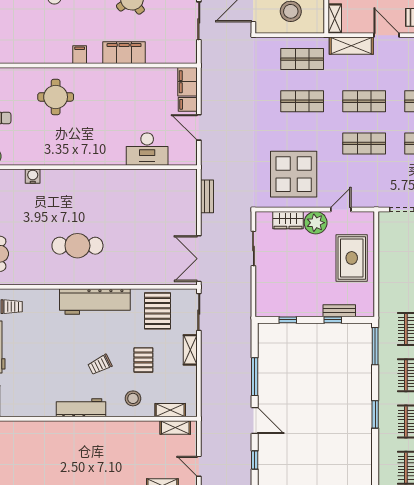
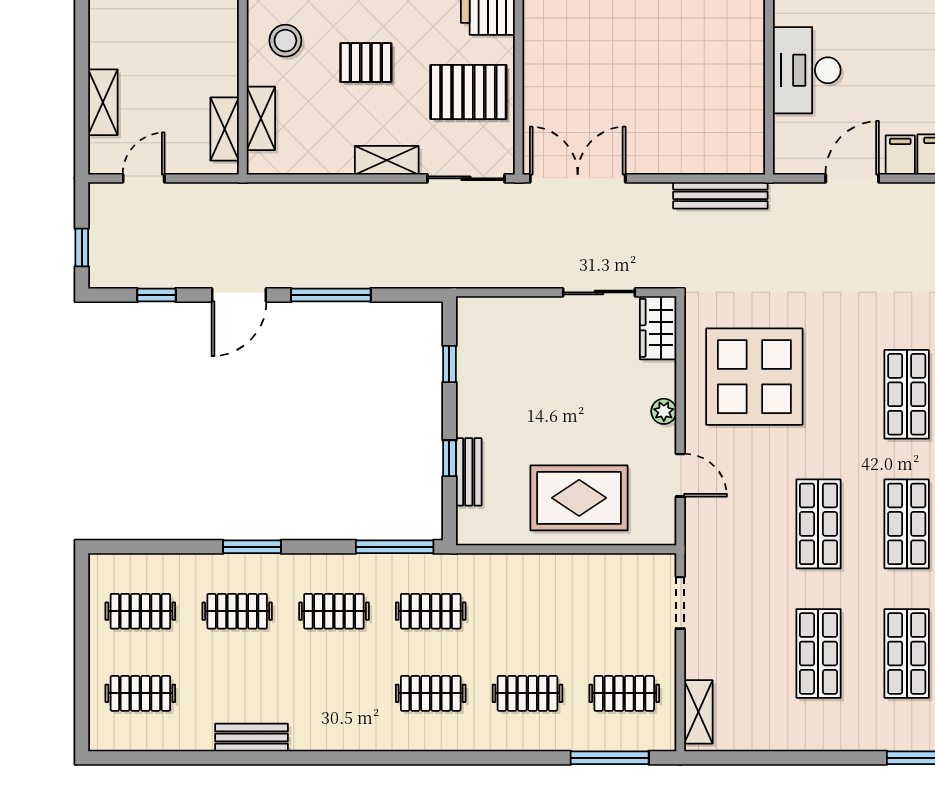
bench: (207, 196) -> (720, 195), width x1.36
wardrobe: (288, 220) -> (658, 328), moved
plant: (316, 223) -> (664, 411), width x0.53, depth x0.53

